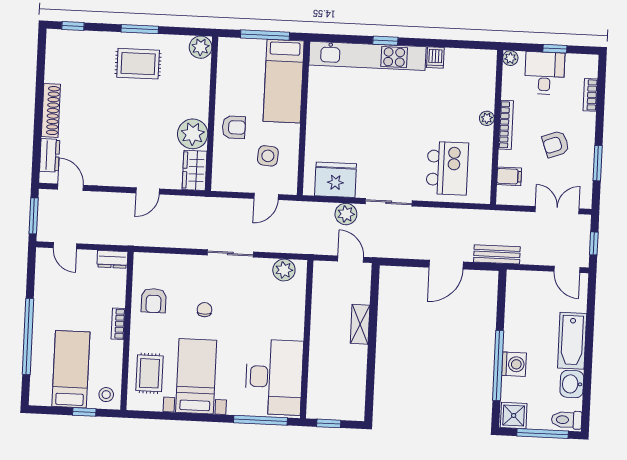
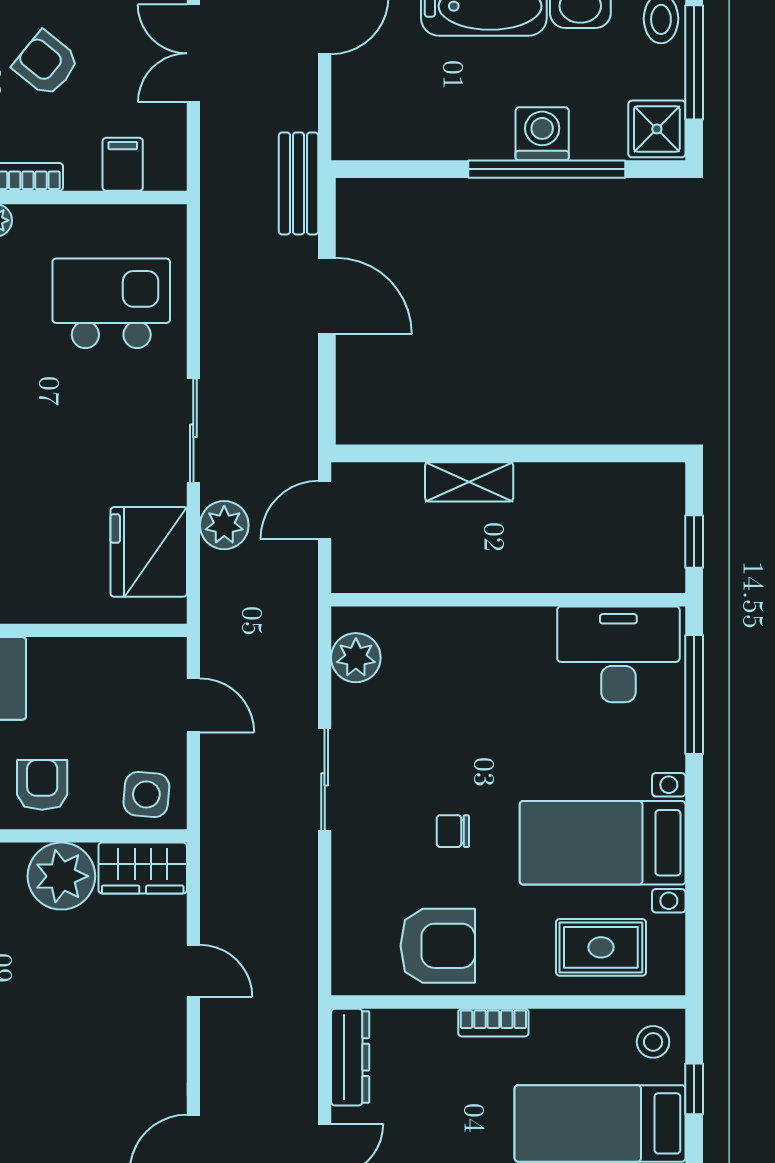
armchair: (556, 144) -> (46, 64), turned 149
side table: (268, 156) -> (146, 794), moved
dresser: (112, 259) -> (350, 1057), width x1.44
armchair: (154, 301) -> (438, 946), width x1.38, depth x1.38
desk: (274, 377) -> (618, 654), width x0.73, depth x0.77

